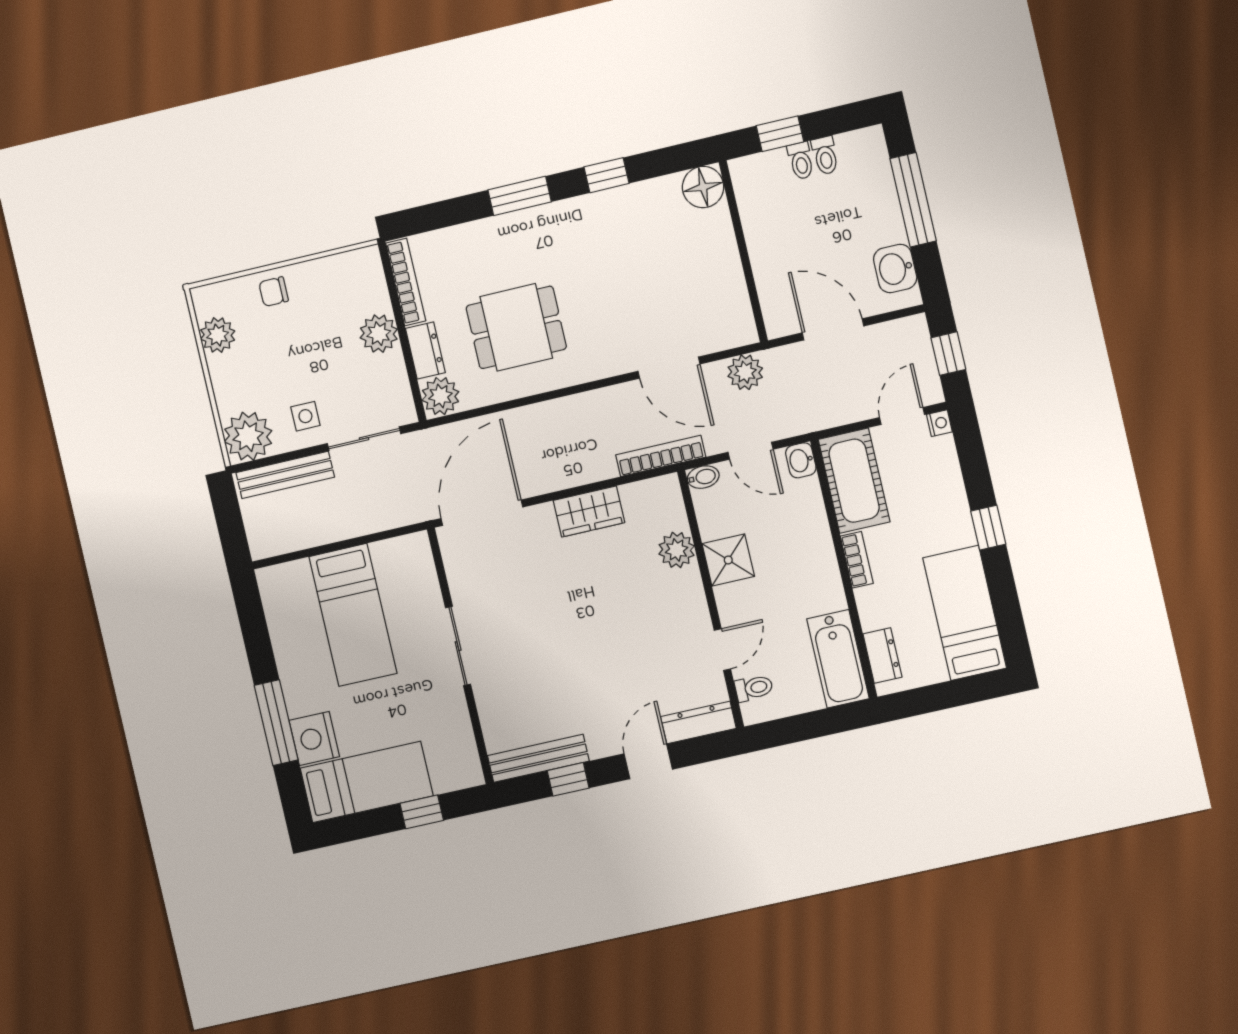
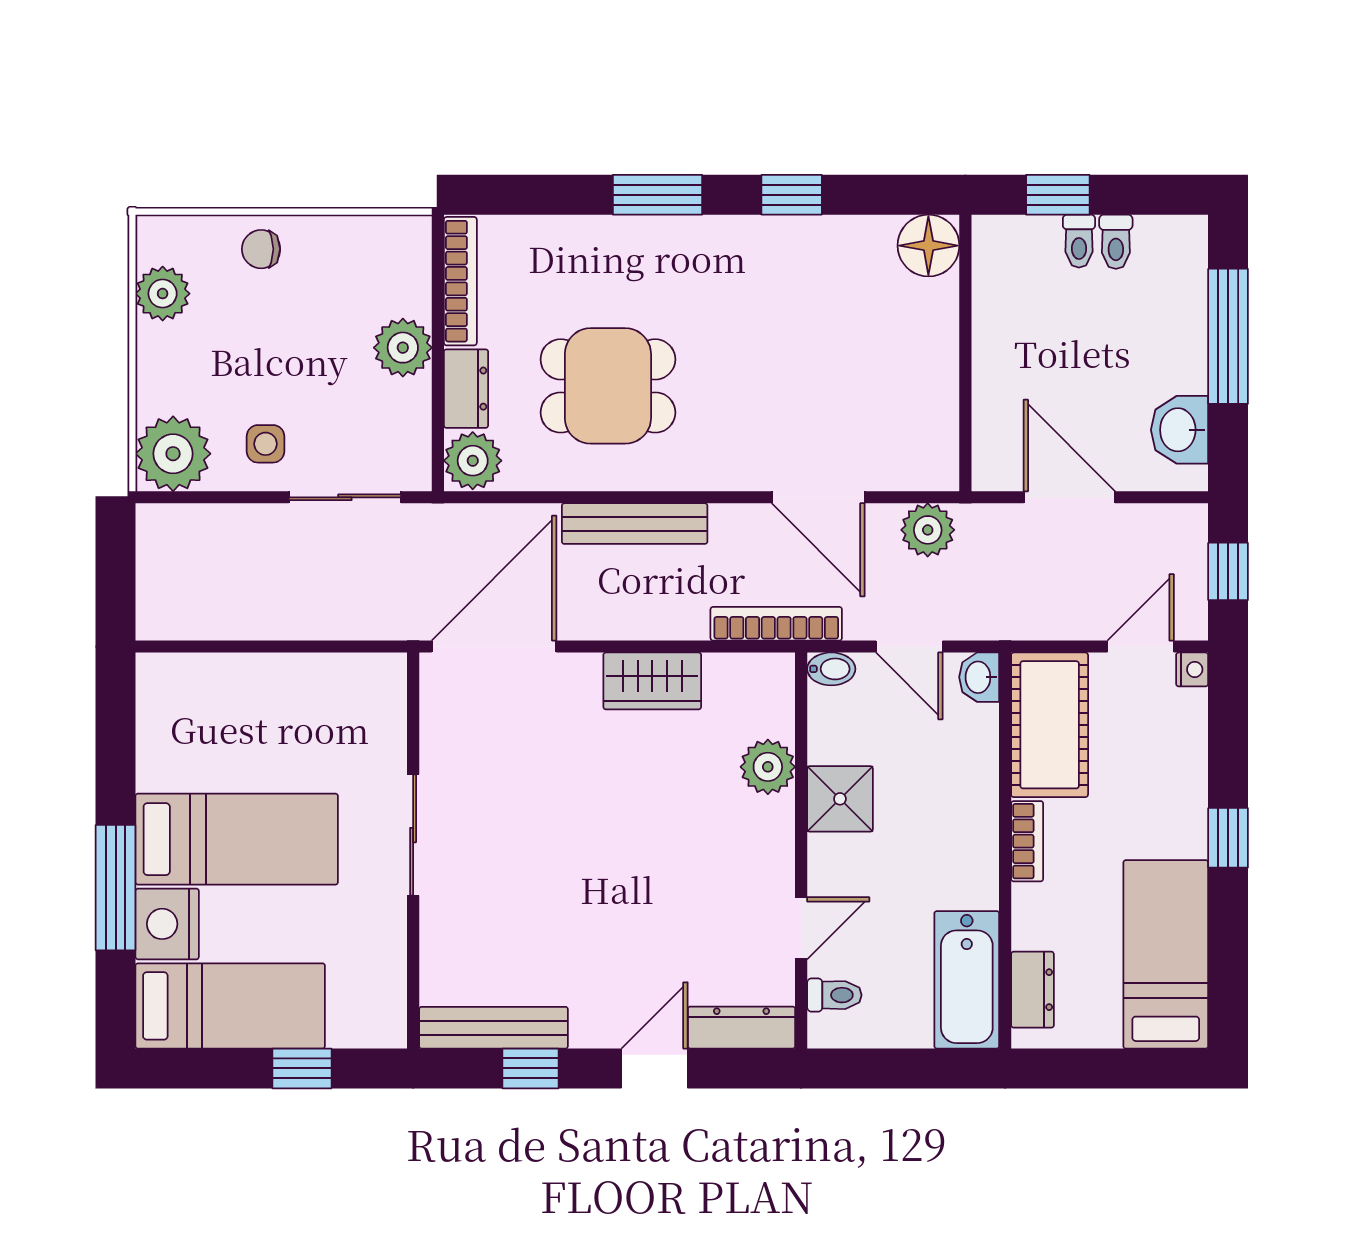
bench: (285, 475) -> (635, 524), moved
bed: (353, 615) -> (237, 839), moved, turned -90

